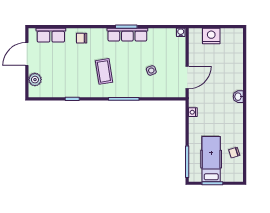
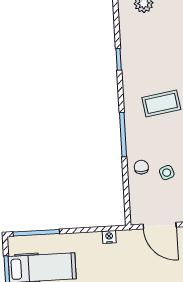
chair: (147, 88) -> (141, 167), added

